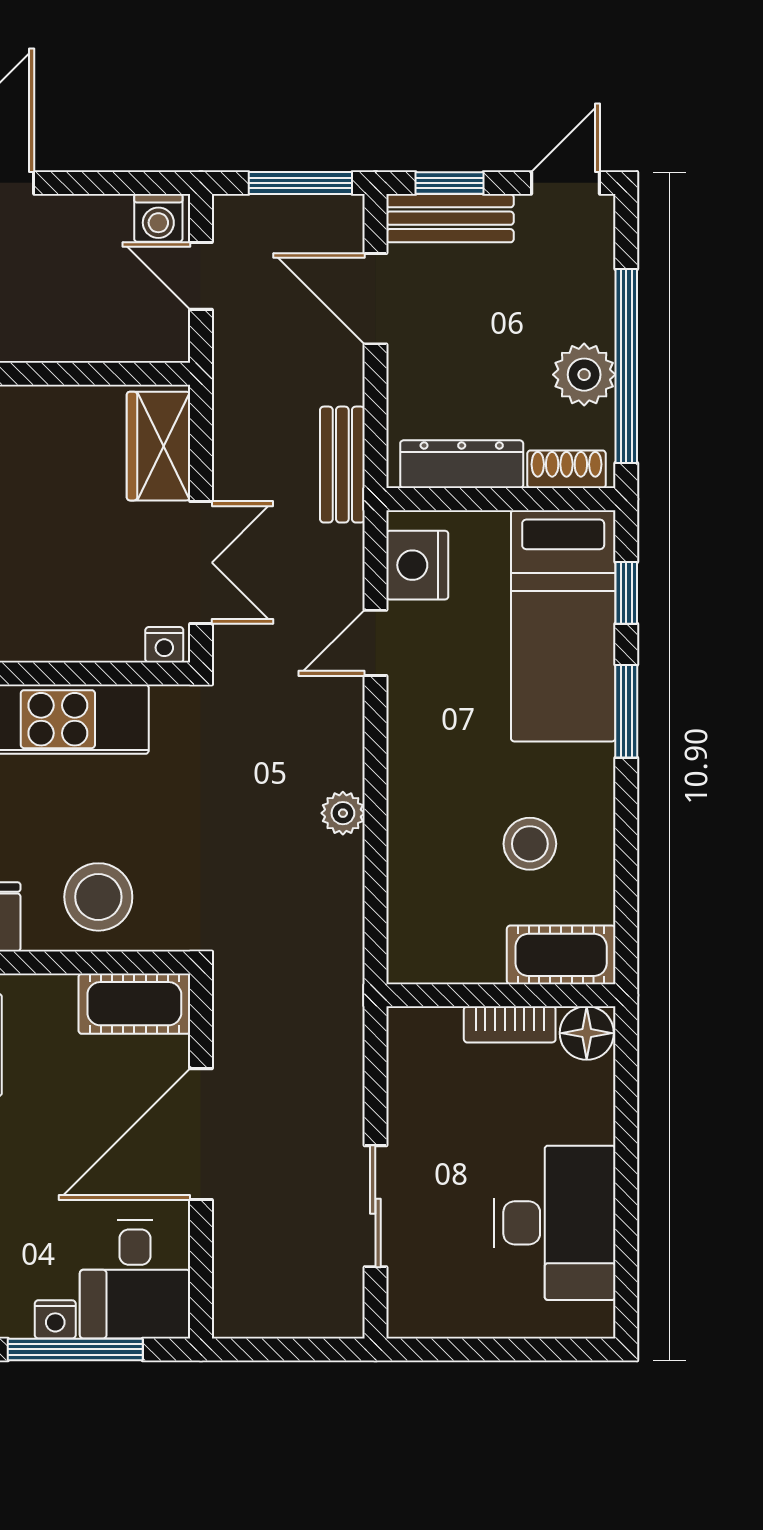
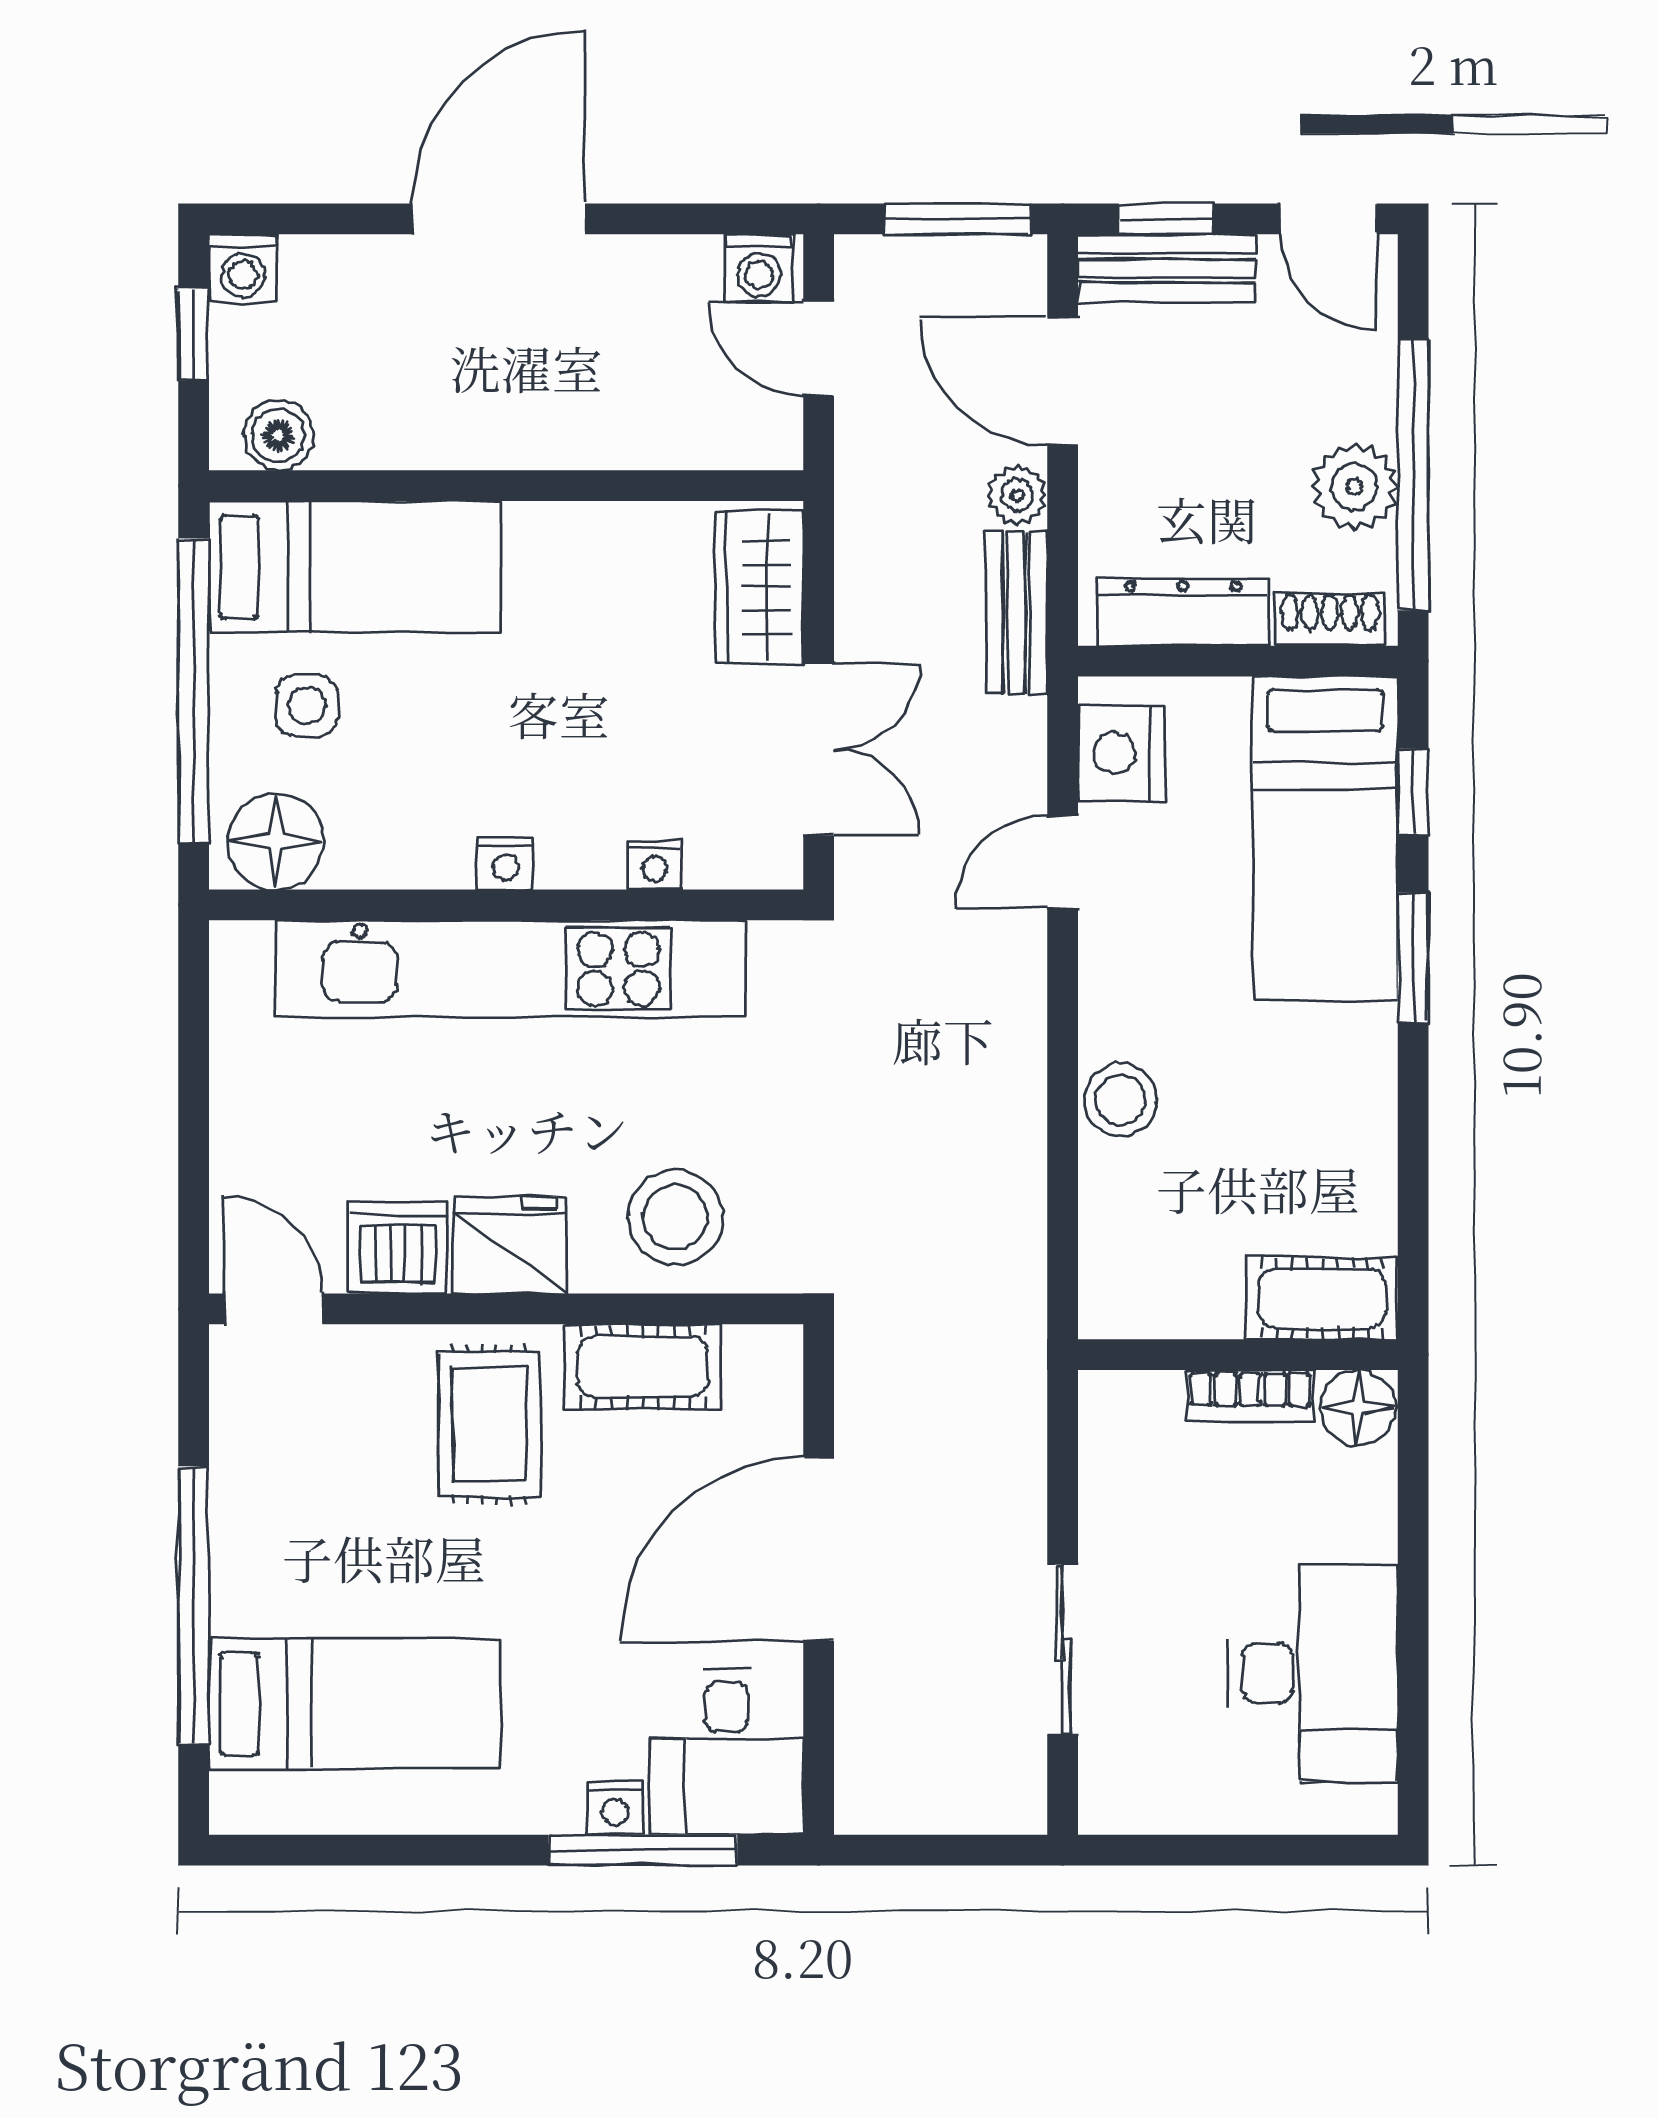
door: (566, 183) -> (1328, 219), swing flipped
nightstand: (164, 645) -> (655, 865), moved
plant: (343, 813) -> (1017, 495), moved
stool: (530, 844) -> (1121, 1100), moved
cot: (134, 1004) -> (643, 1367), moved

